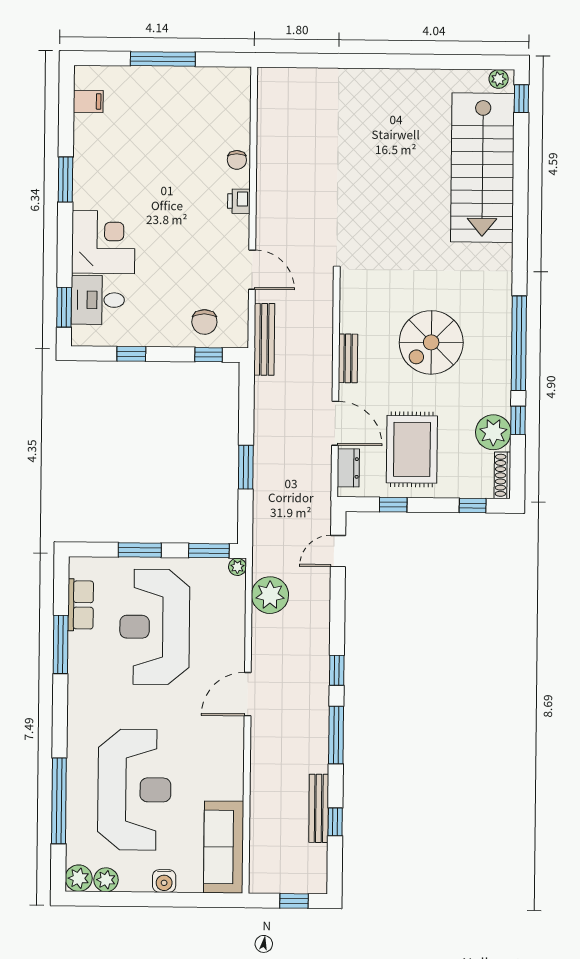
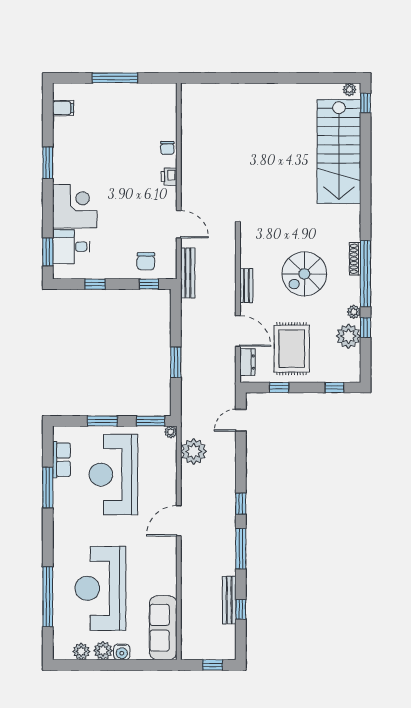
plant: (501, 397) -> (354, 312), added
shoe rack: (502, 475) -> (355, 259), moved
reception desk: (134, 790) -> (100, 588), turned 180
plant: (79, 878) -> (103, 651), moved

